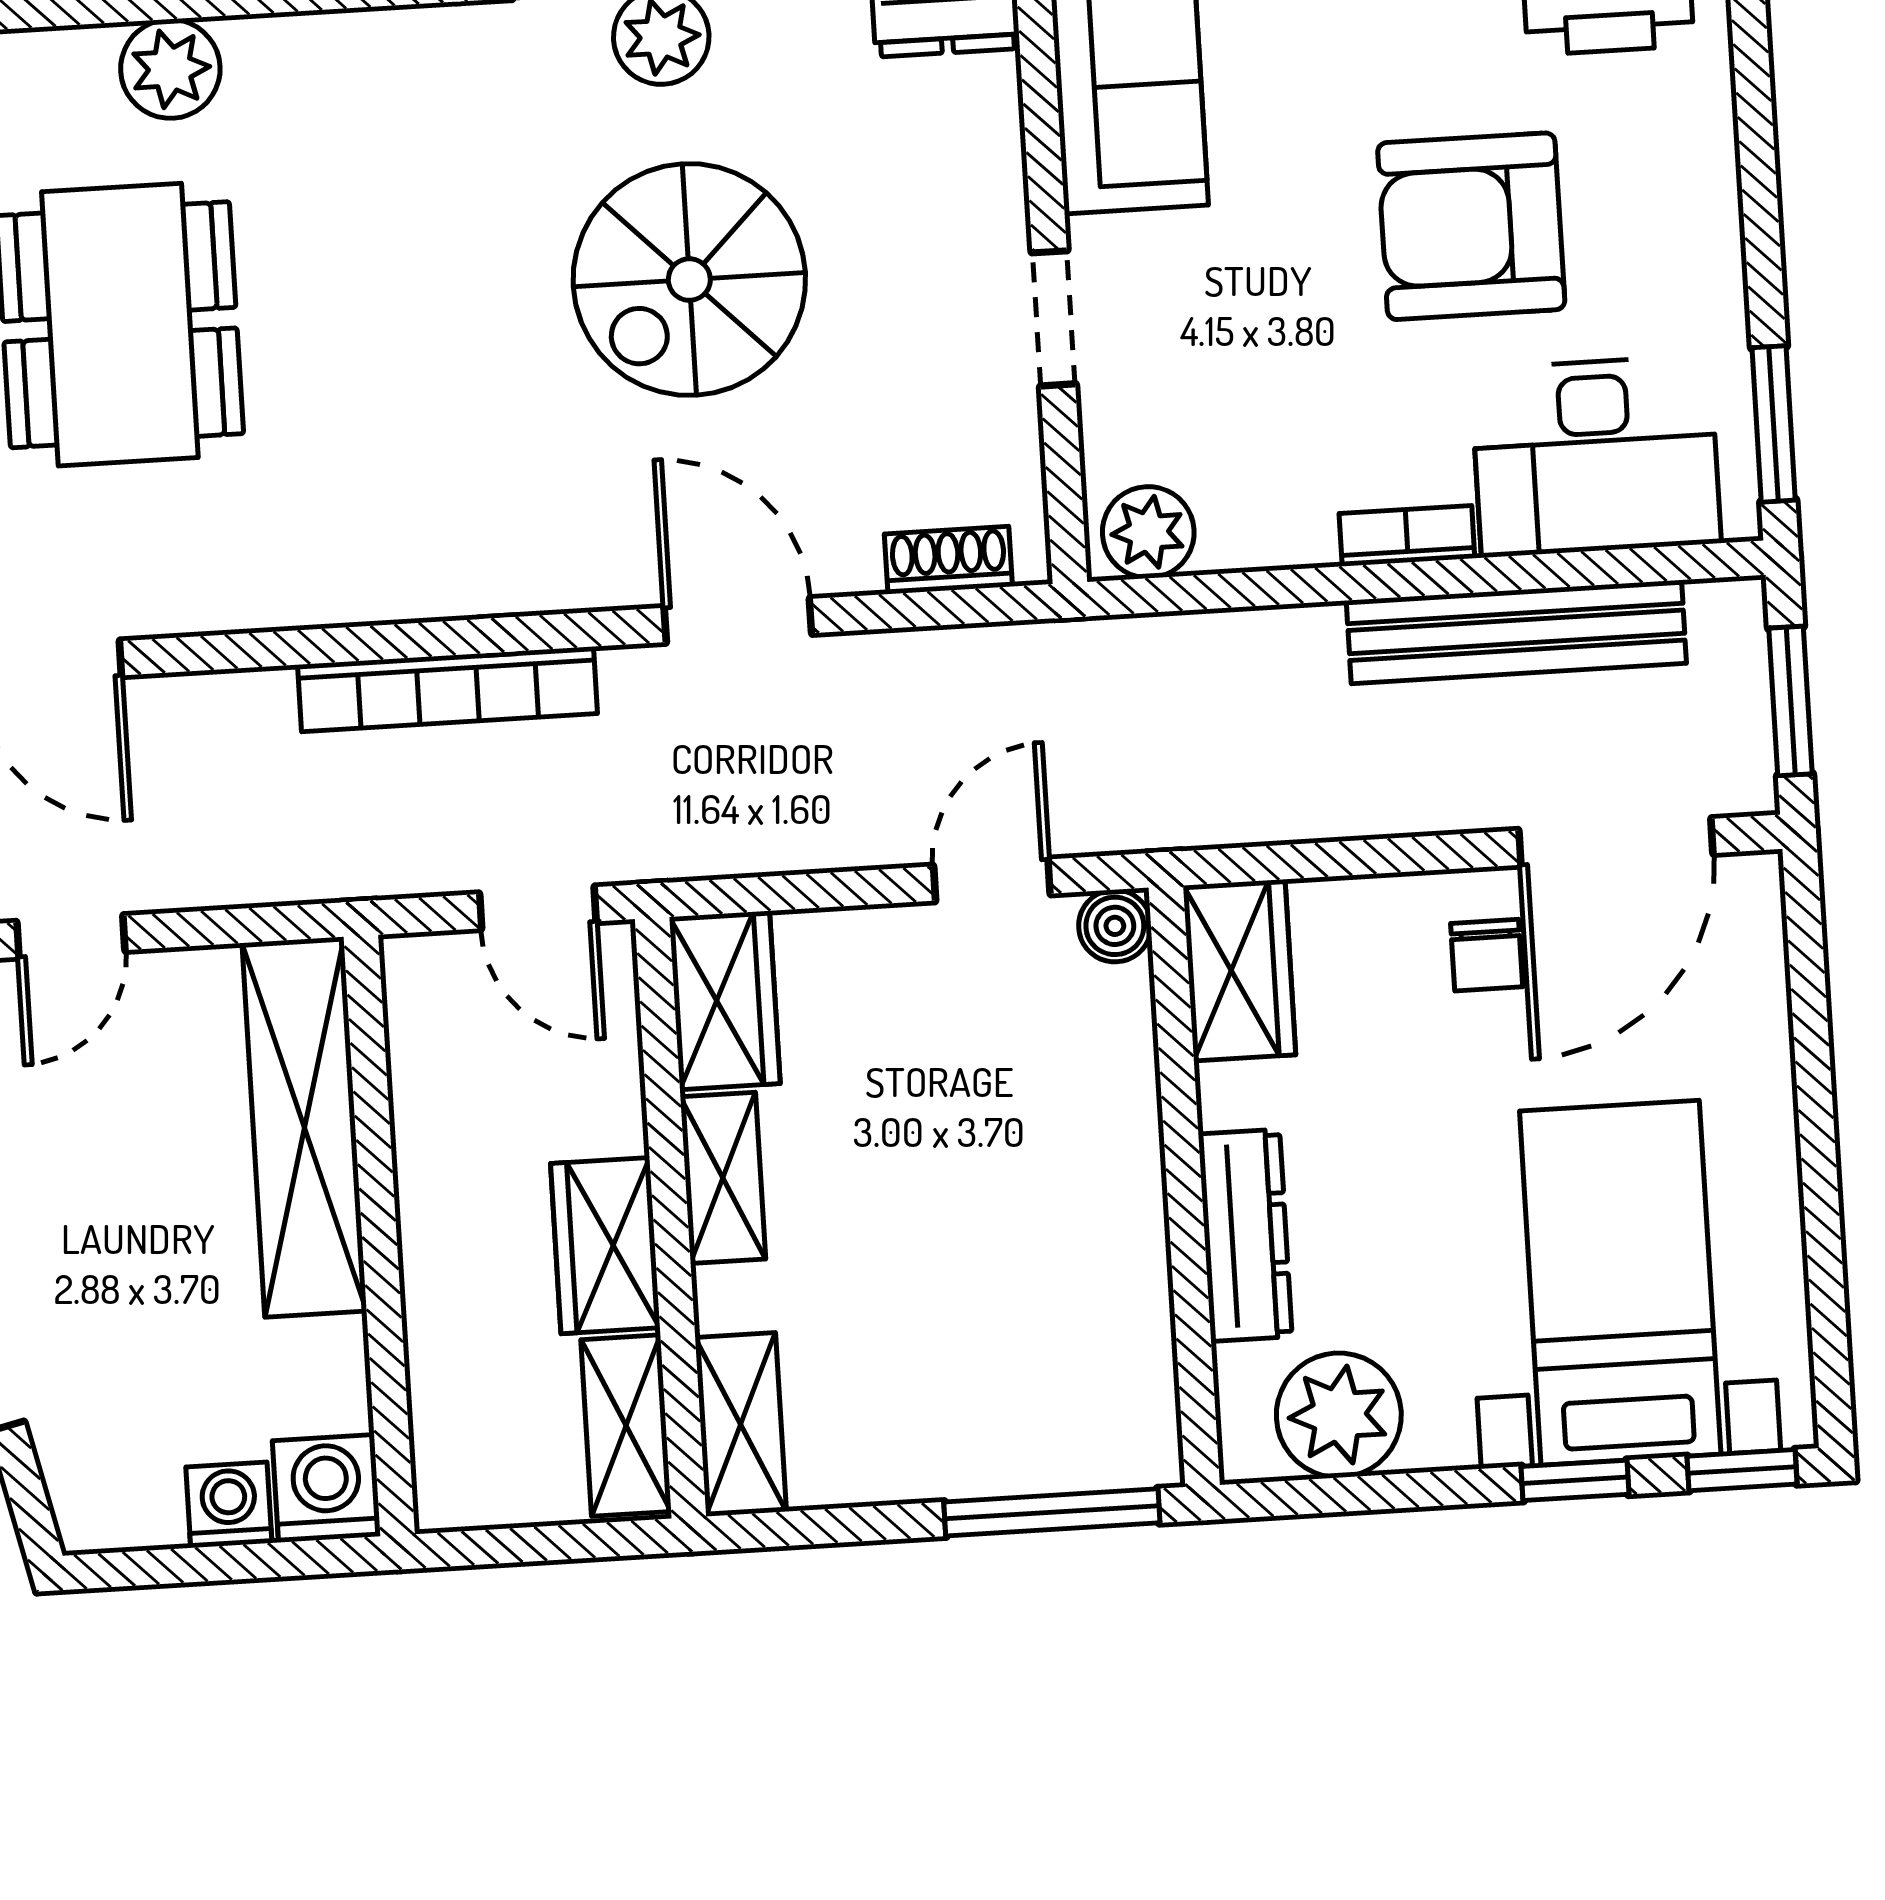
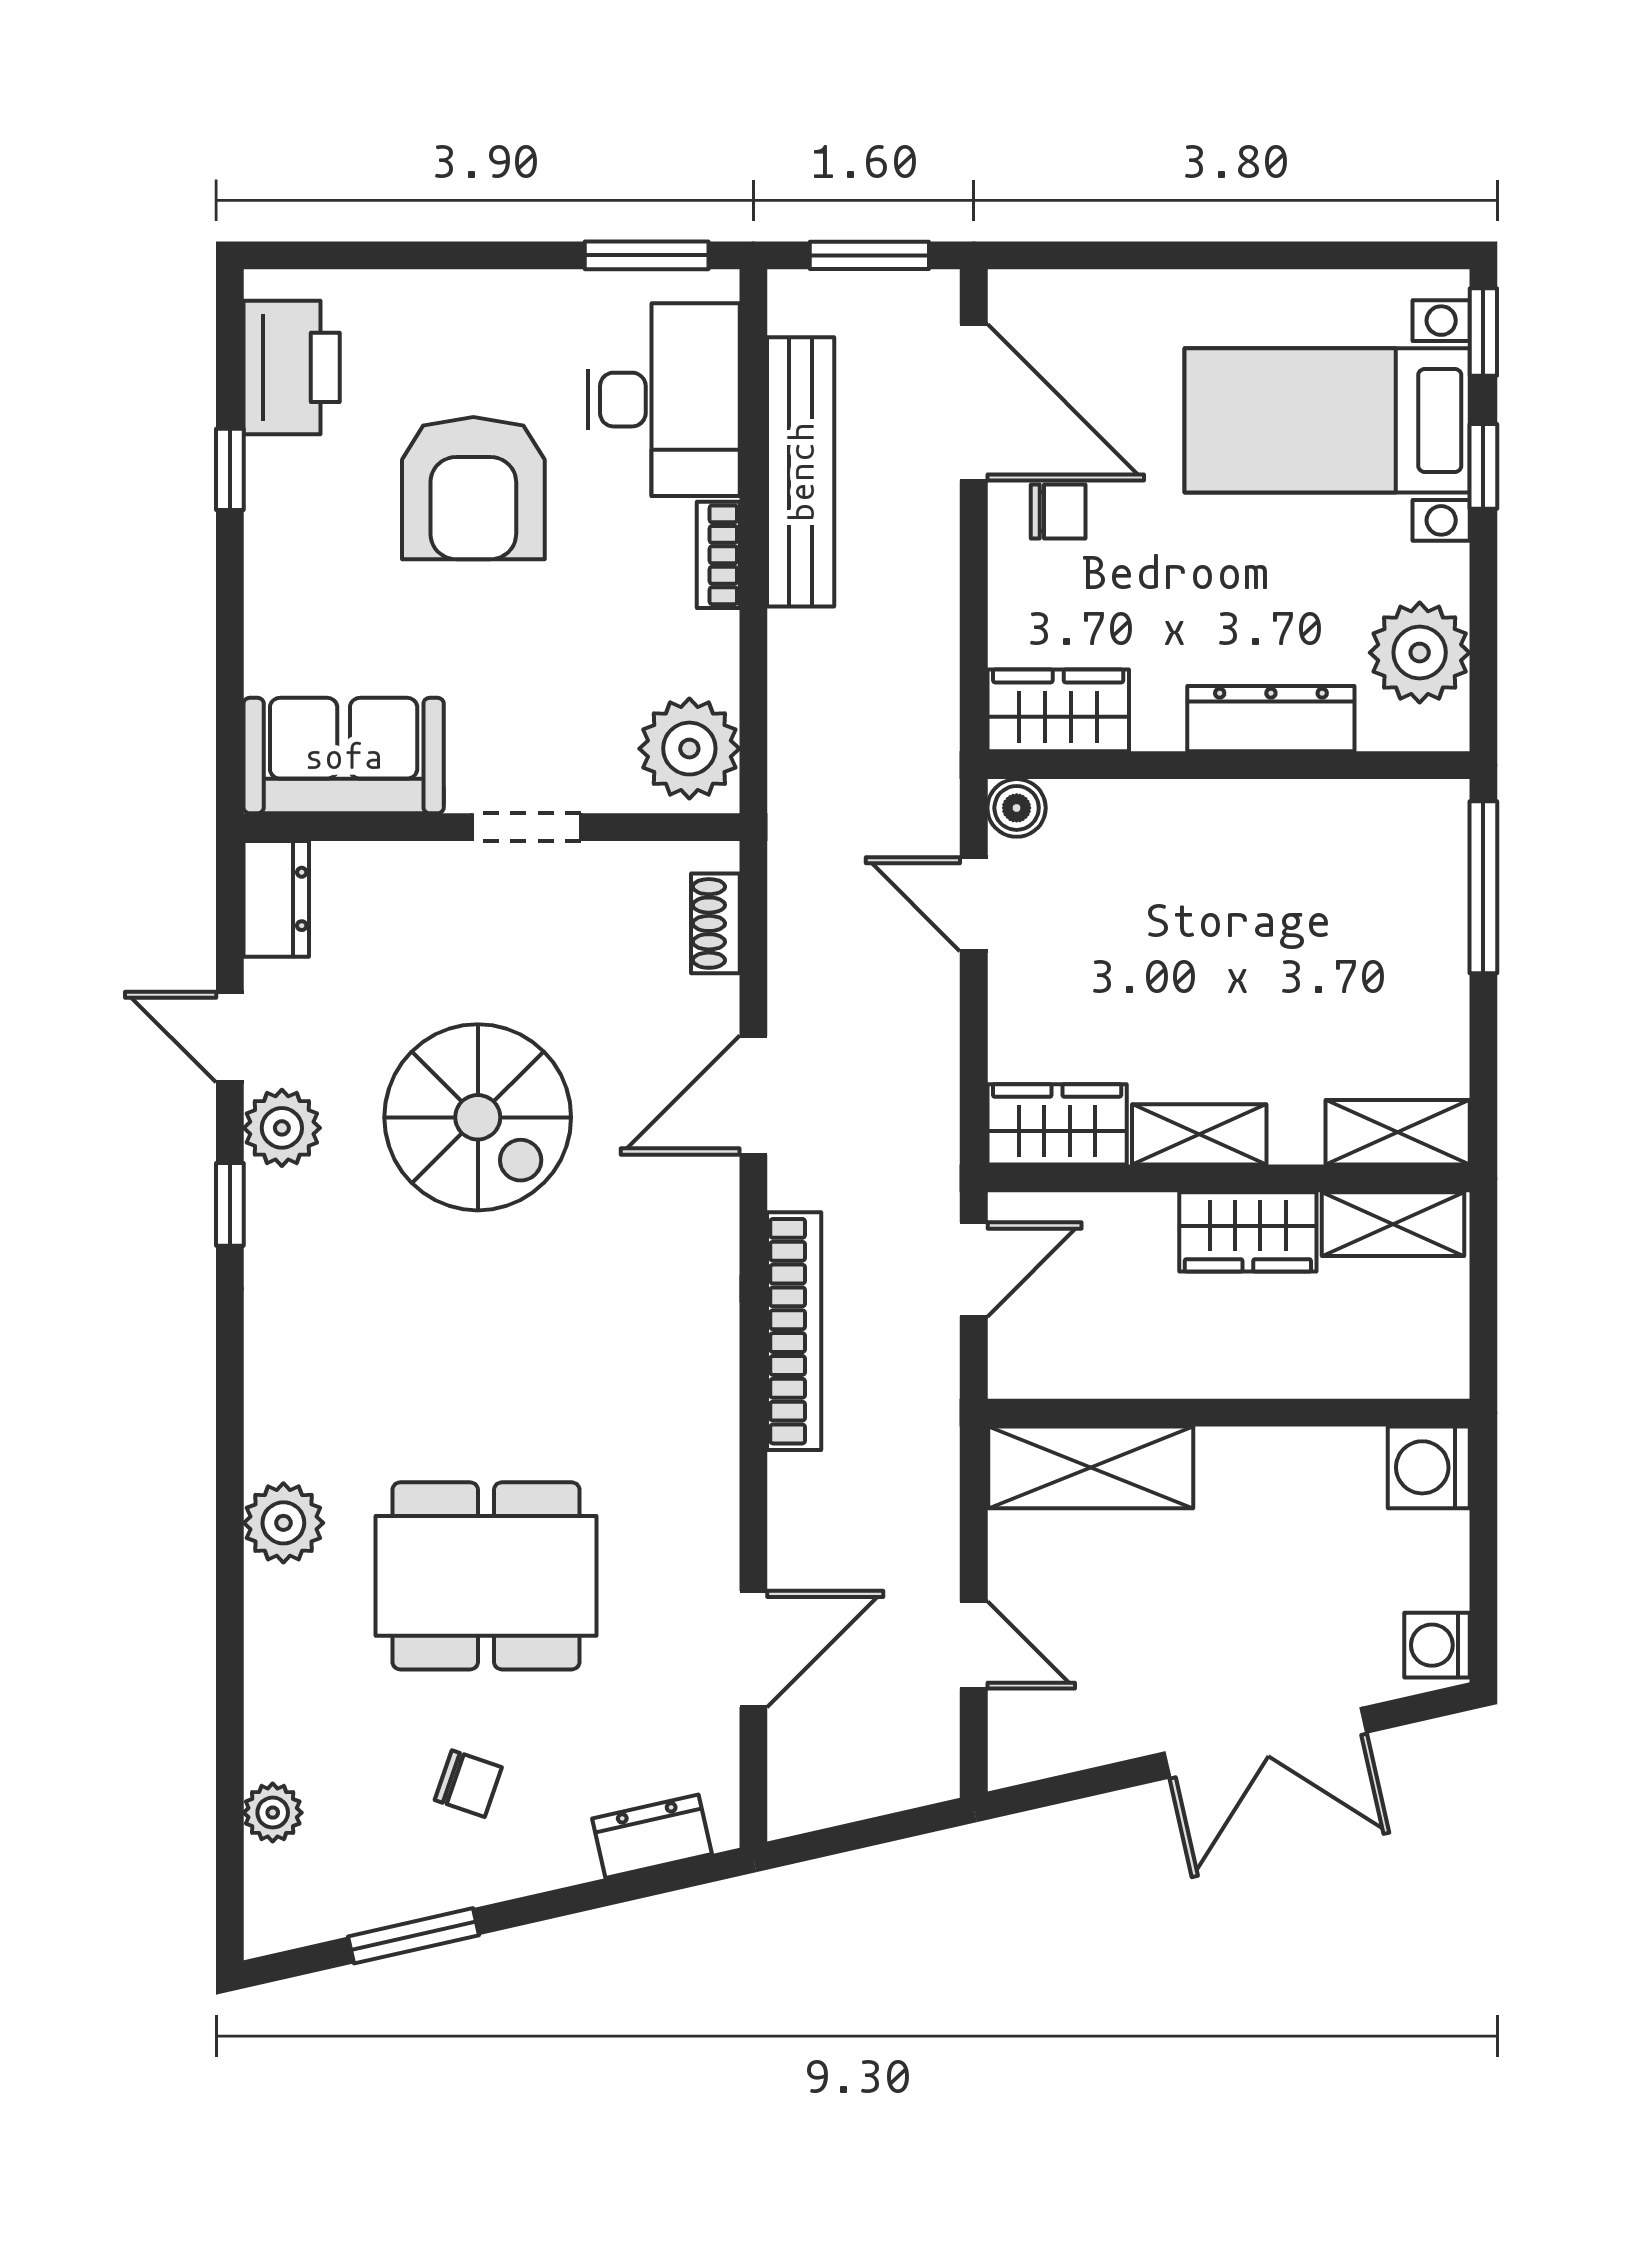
plant: (1148, 532) -> (689, 749), width x1.36, depth x1.36
shelving: (304, 1128) -> (1091, 1467), width x0.68
washing machine: (229, 1505) -> (1437, 1645), moved

